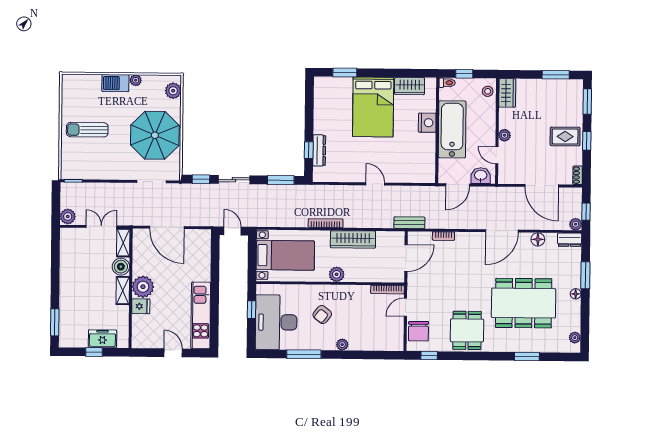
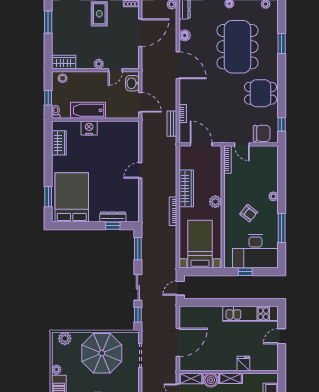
bed: (373, 107) -> (72, 197), moved, turned -90
bathtub: (452, 129) -> (88, 110), width x0.73, depth x0.73
bench: (409, 223) -> (172, 124), moved
plant: (143, 287) -> (227, 362), removed

